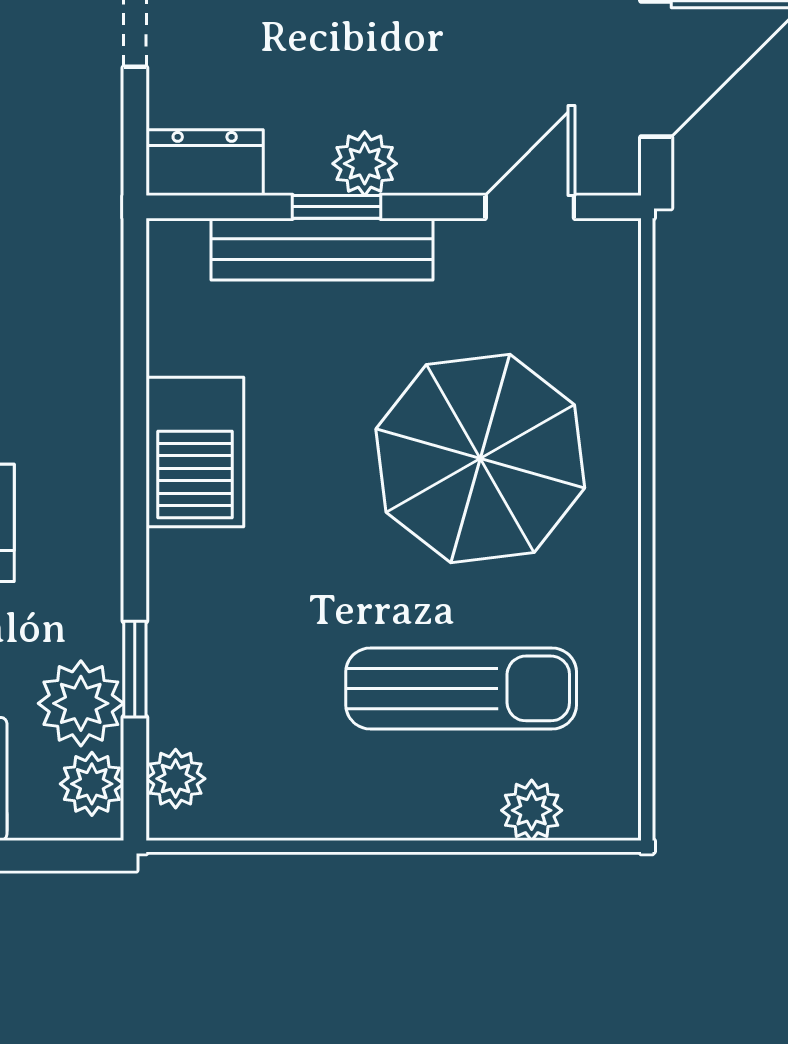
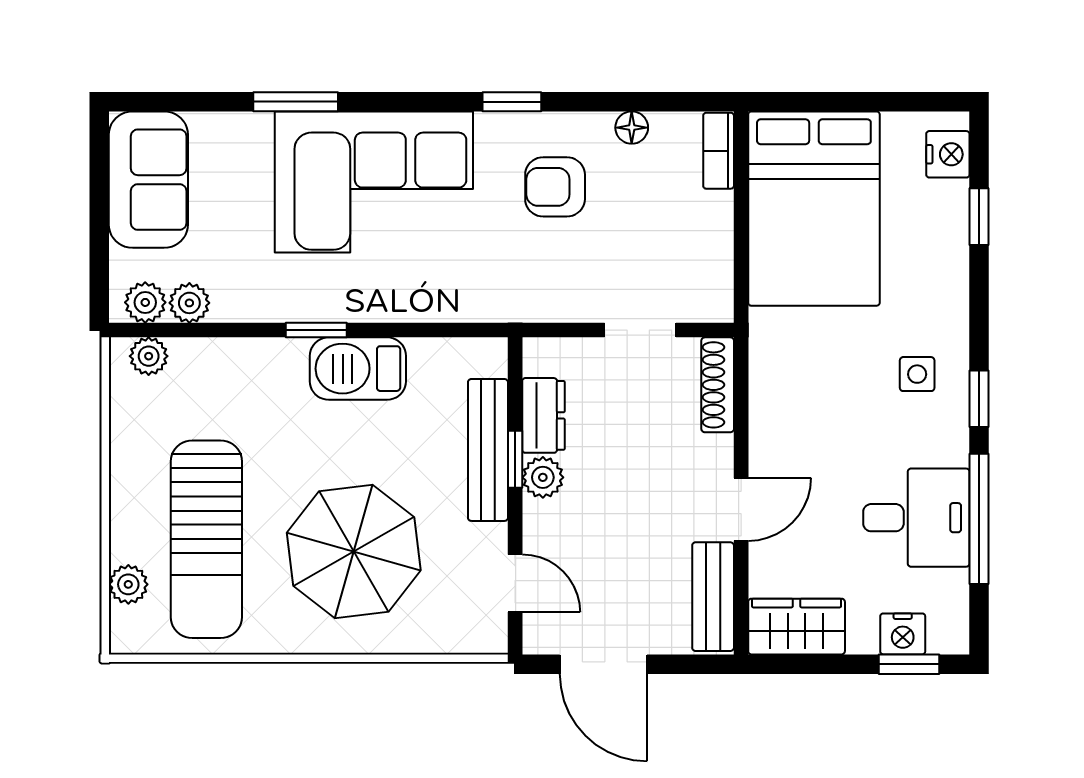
dresser: (205, 163) -> (543, 415), moved
window: (135, 669) -> (316, 330), moved
sun lounger: (461, 688) -> (206, 539), width x1.36, depth x1.34
plant: (81, 703) -> (189, 303), width x0.73, depth x0.73

